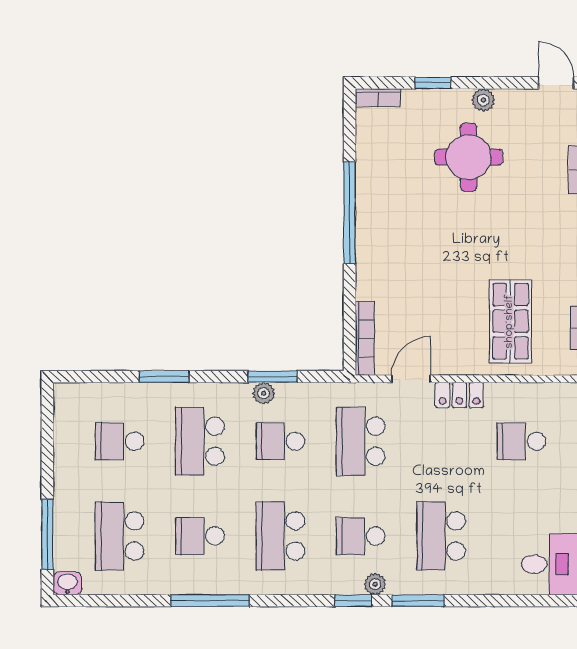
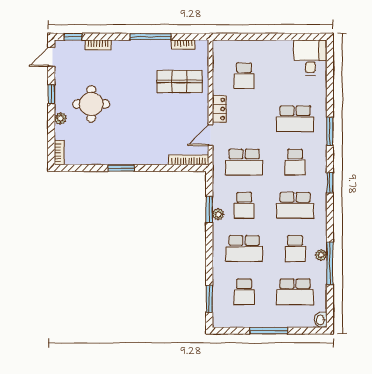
window: (433, 83) -> (51, 94), moved
plant: (483, 100) -> (60, 118), moved
window: (350, 213) -> (121, 168), width x0.47
window: (164, 377) -> (209, 299), moved
door: (411, 379) -> (211, 135), hinge flipped
window: (47, 534) -> (269, 331), moved
plant: (375, 584) -> (321, 255), moved
window: (210, 601) -> (330, 263), moved
window: (353, 601) -> (330, 183), moved

